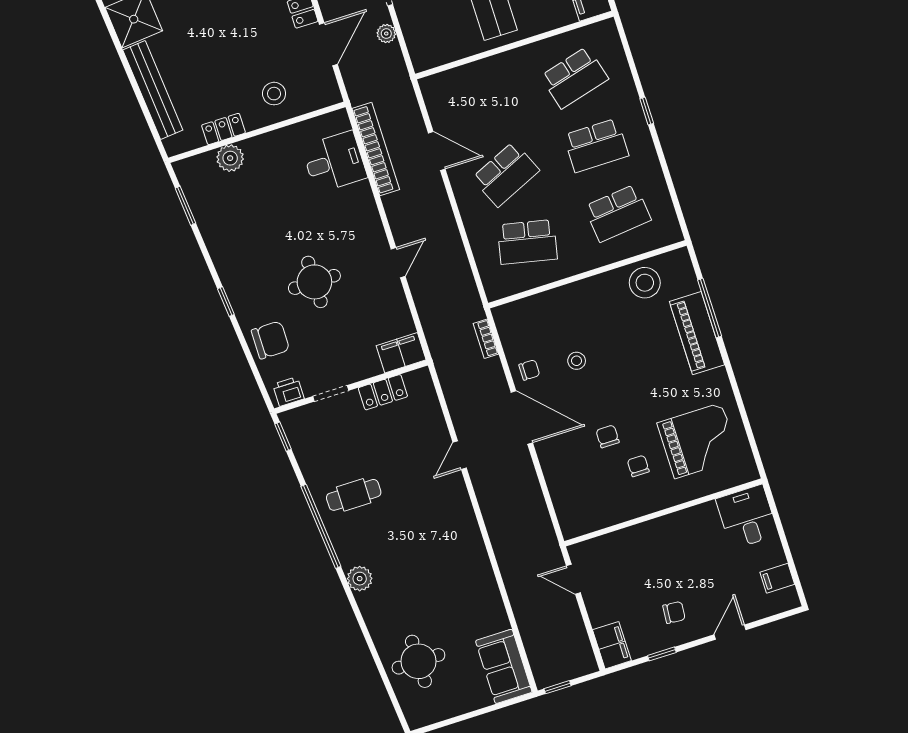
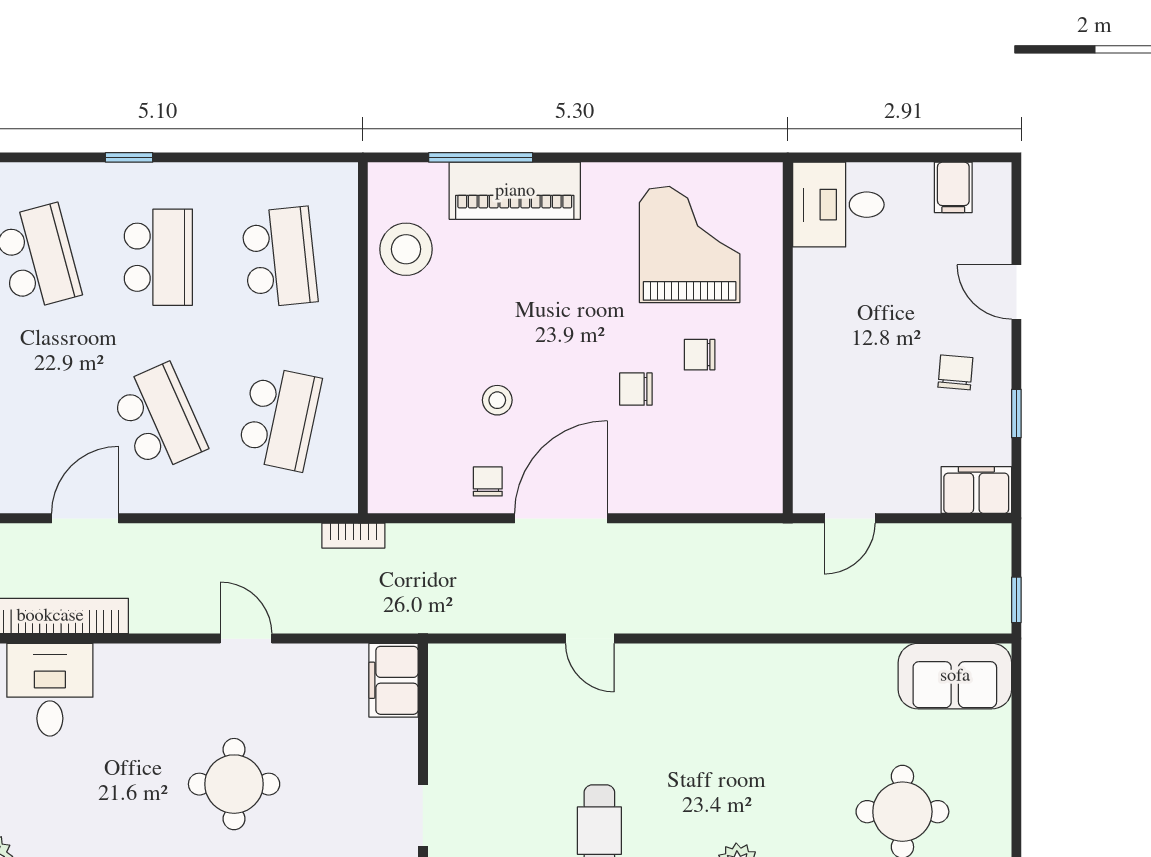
bookcase: (486, 339) -> (353, 536), moved
locker: (383, 392) -> (448, 730), removed

